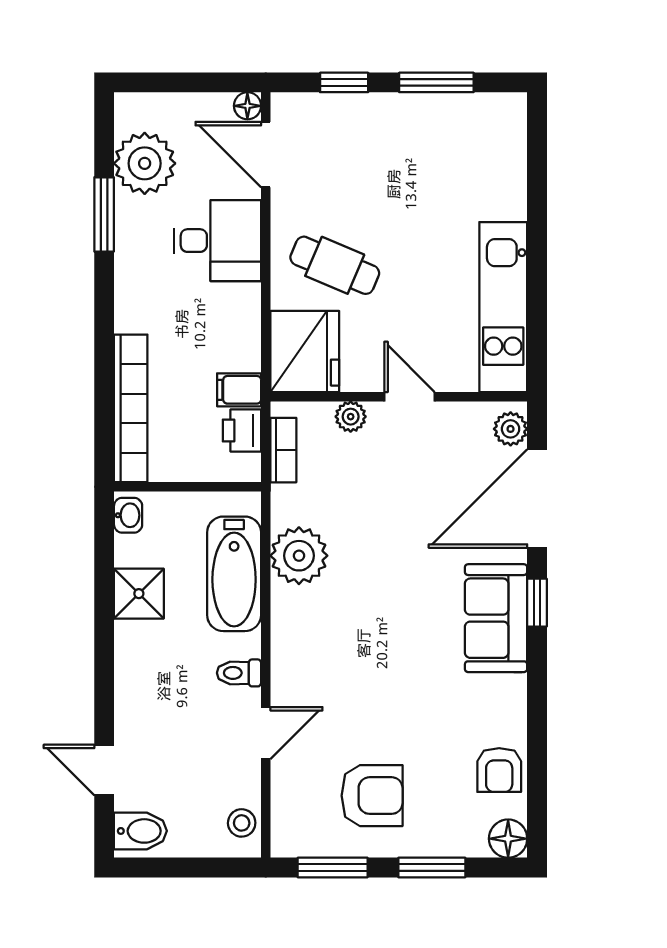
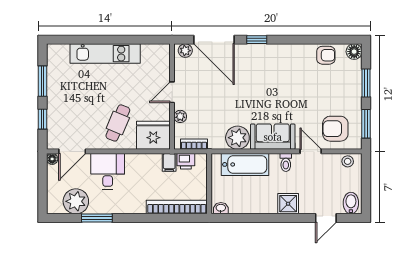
kitchen unit: (503, 307) -> (105, 54), moved
shower: (139, 594) -> (288, 204), moved
sofa: (496, 618) -> (273, 137), moved, turned 180
armchair: (372, 796) -> (335, 129), moved, turned -90

